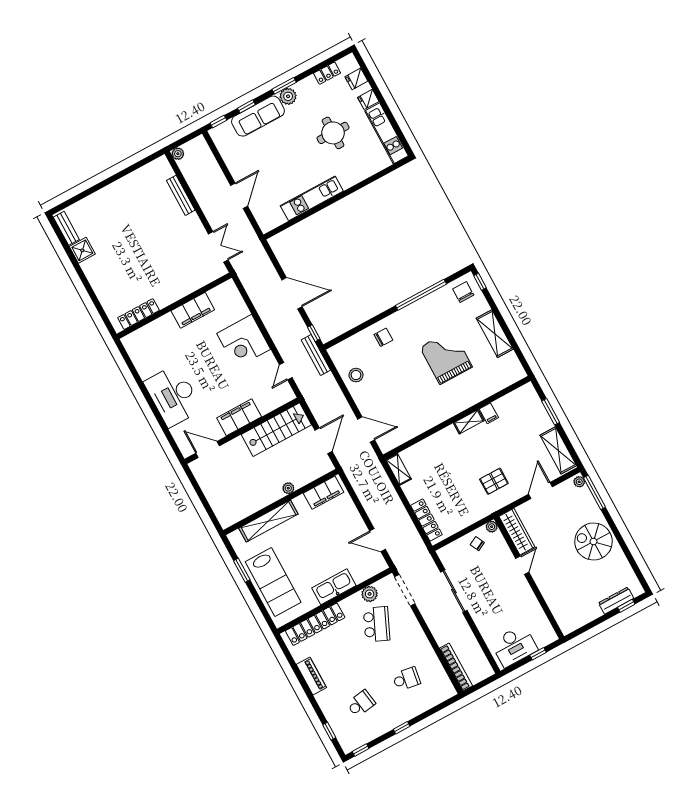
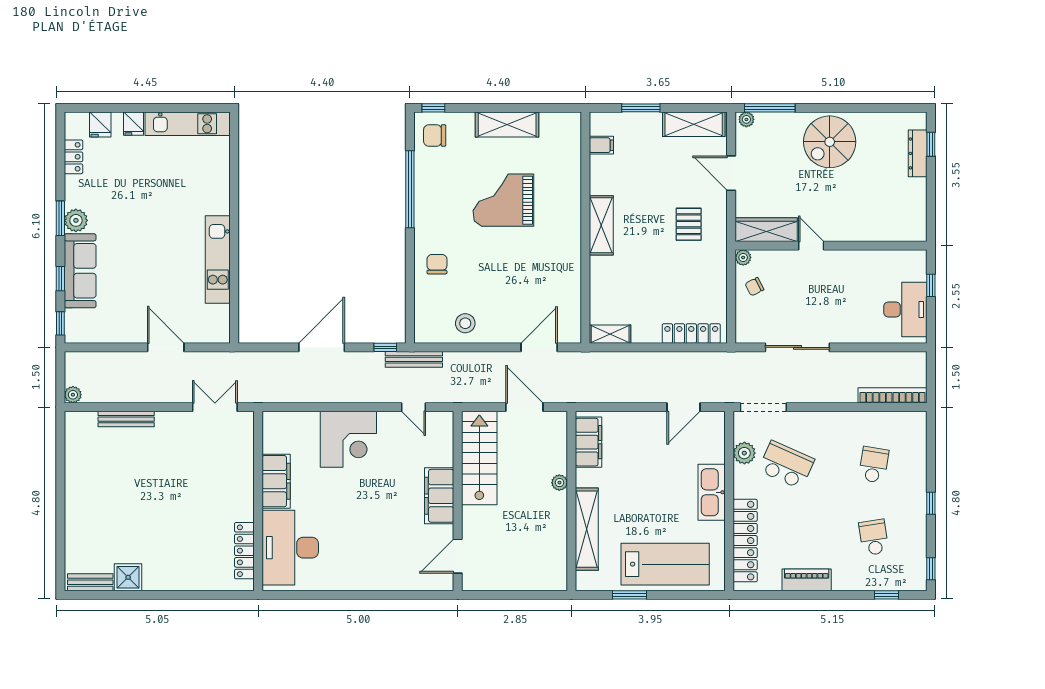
round table: (333, 133) -> (151, 189), removed
desk: (173, 396) -> (290, 548), moved, turned 90
filing cabinet: (489, 413) -> (601, 145), moved
shelving: (469, 422) -> (601, 225), width x1.50, depth x1.33

